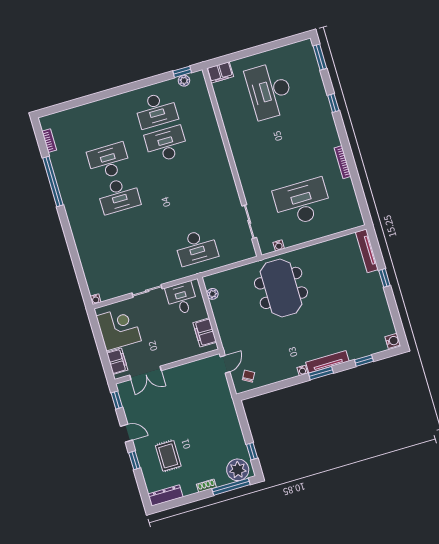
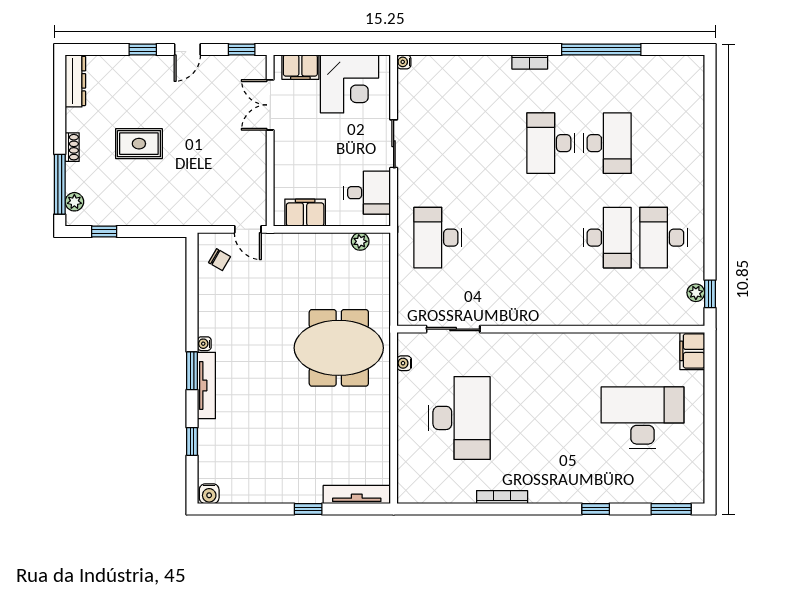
bookcase: (49, 141) -> (530, 62), moved
rug: (168, 456) -> (139, 144), moved
plant: (238, 470) -> (74, 202), width x0.53, depth x0.53

